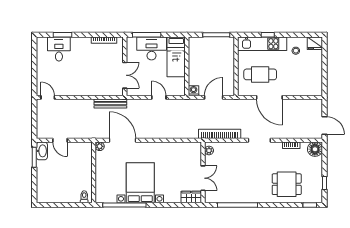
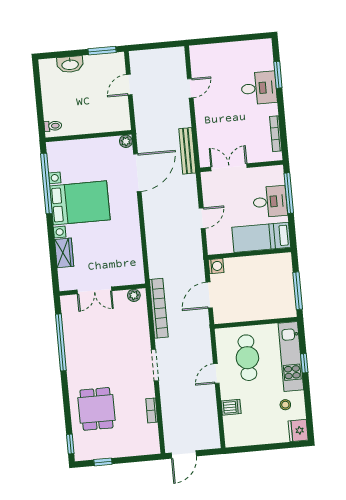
desk: (152, 48) -> (270, 202), width x0.73
desk: (59, 49) -> (259, 88), moved
double door: (125, 75) -> (229, 167), swing flipped
dishwasher: (294, 89) -> (231, 407), added
door: (48, 97) -> (190, 88), moved
door: (214, 97) -> (209, 295), swing flipped
door: (269, 97) -> (216, 373), width x0.53
floor lamp: (315, 149) -> (149, 444), removed
washbasin: (42, 151) -> (70, 64), moved
wardrobe: (191, 197) -> (64, 253), moved

